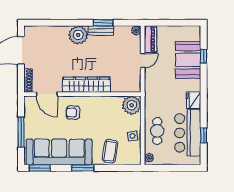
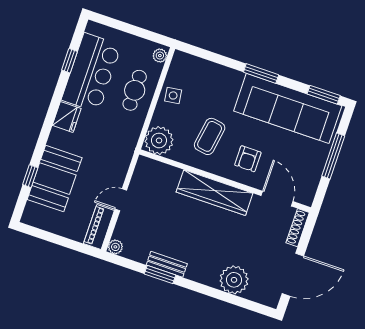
plant: (78, 35) -> (234, 280), moved
armchair: (73, 113) -> (248, 159), turned 90
coffee table: (110, 151) -> (210, 136), moved

